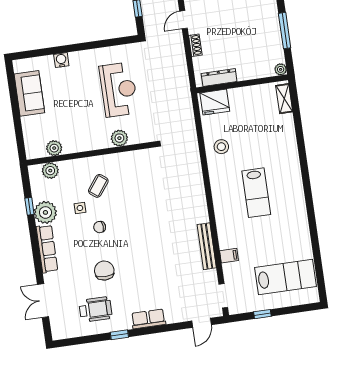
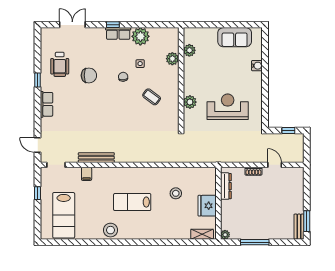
reception desk: (119, 90) -> (228, 107), turned 180
fridge: (215, 102) -> (207, 206), moved
stool: (221, 147) -> (176, 193), moved
plant: (50, 171) -> (172, 59), moved
coffee table: (98, 186) -> (152, 97), moved
window: (29, 206) -> (113, 25), moved
stool: (296, 215) -> (110, 230), added
row of seats: (47, 249) -> (118, 33), width x0.68

